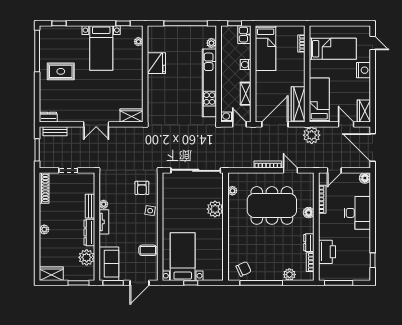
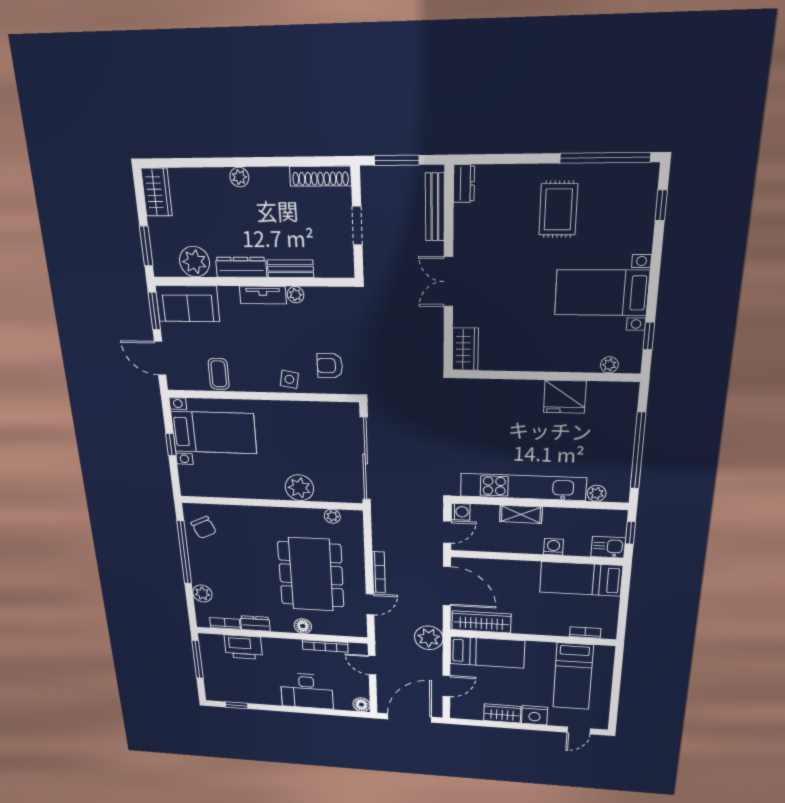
shelving: (246, 94) -> (521, 514), moved
wardrobe: (364, 111) -> (502, 713), moved
bench: (55, 131) -> (435, 207), width x1.36

